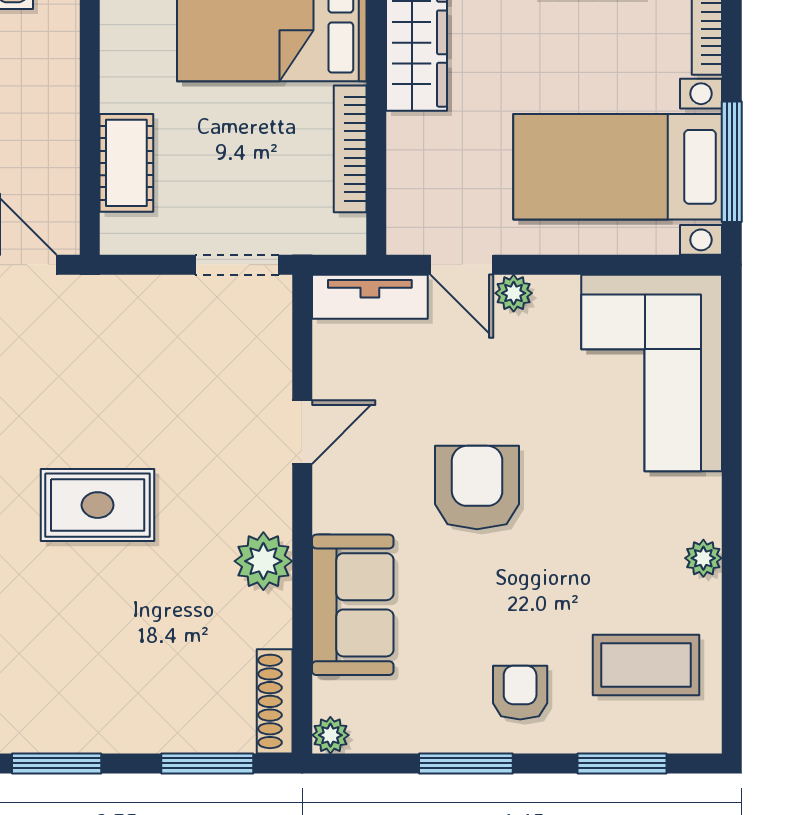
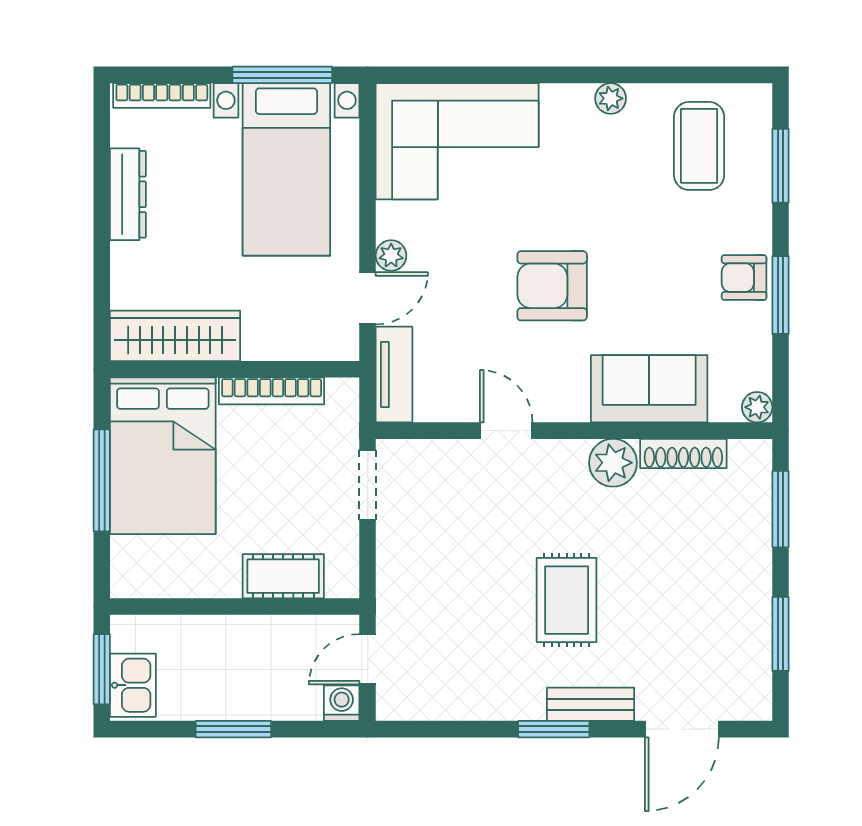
armchair: (520, 693) -> (744, 278), moved
shoe rack: (275, 701) -> (683, 453), moved

